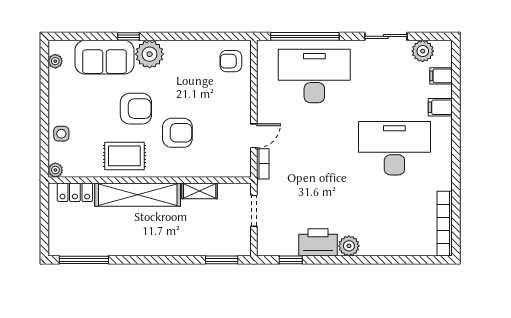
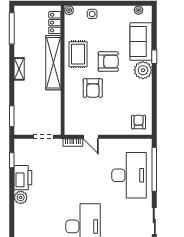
armchair: (136, 109) -> (108, 62), turned -90
shelving: (200, 191) -> (19, 69), moved

